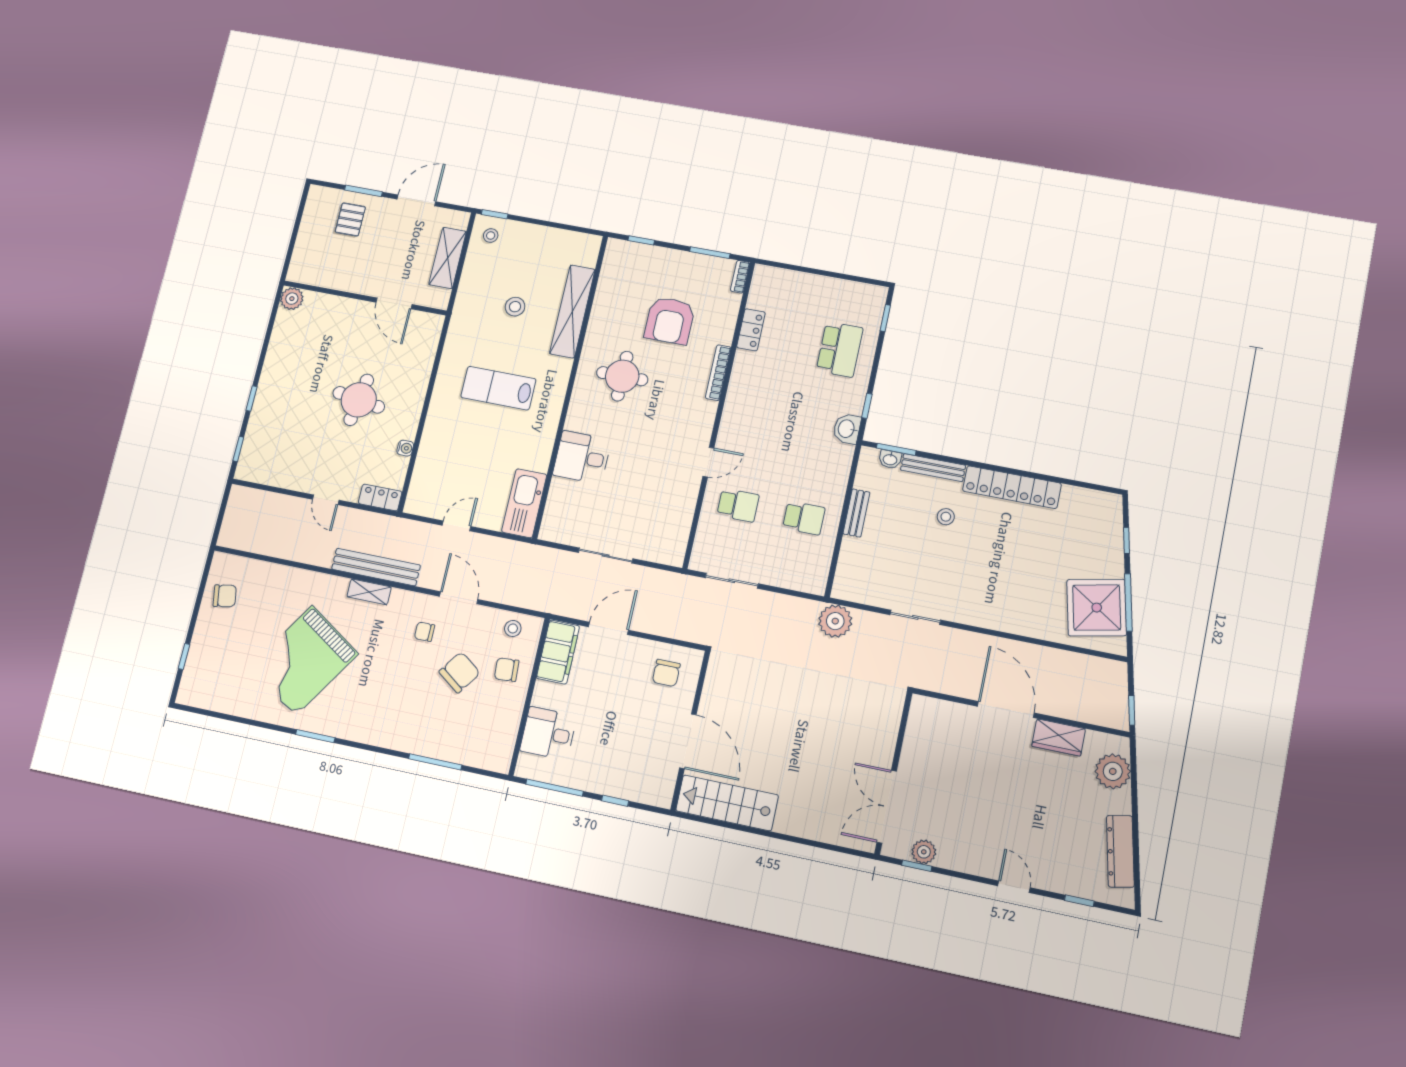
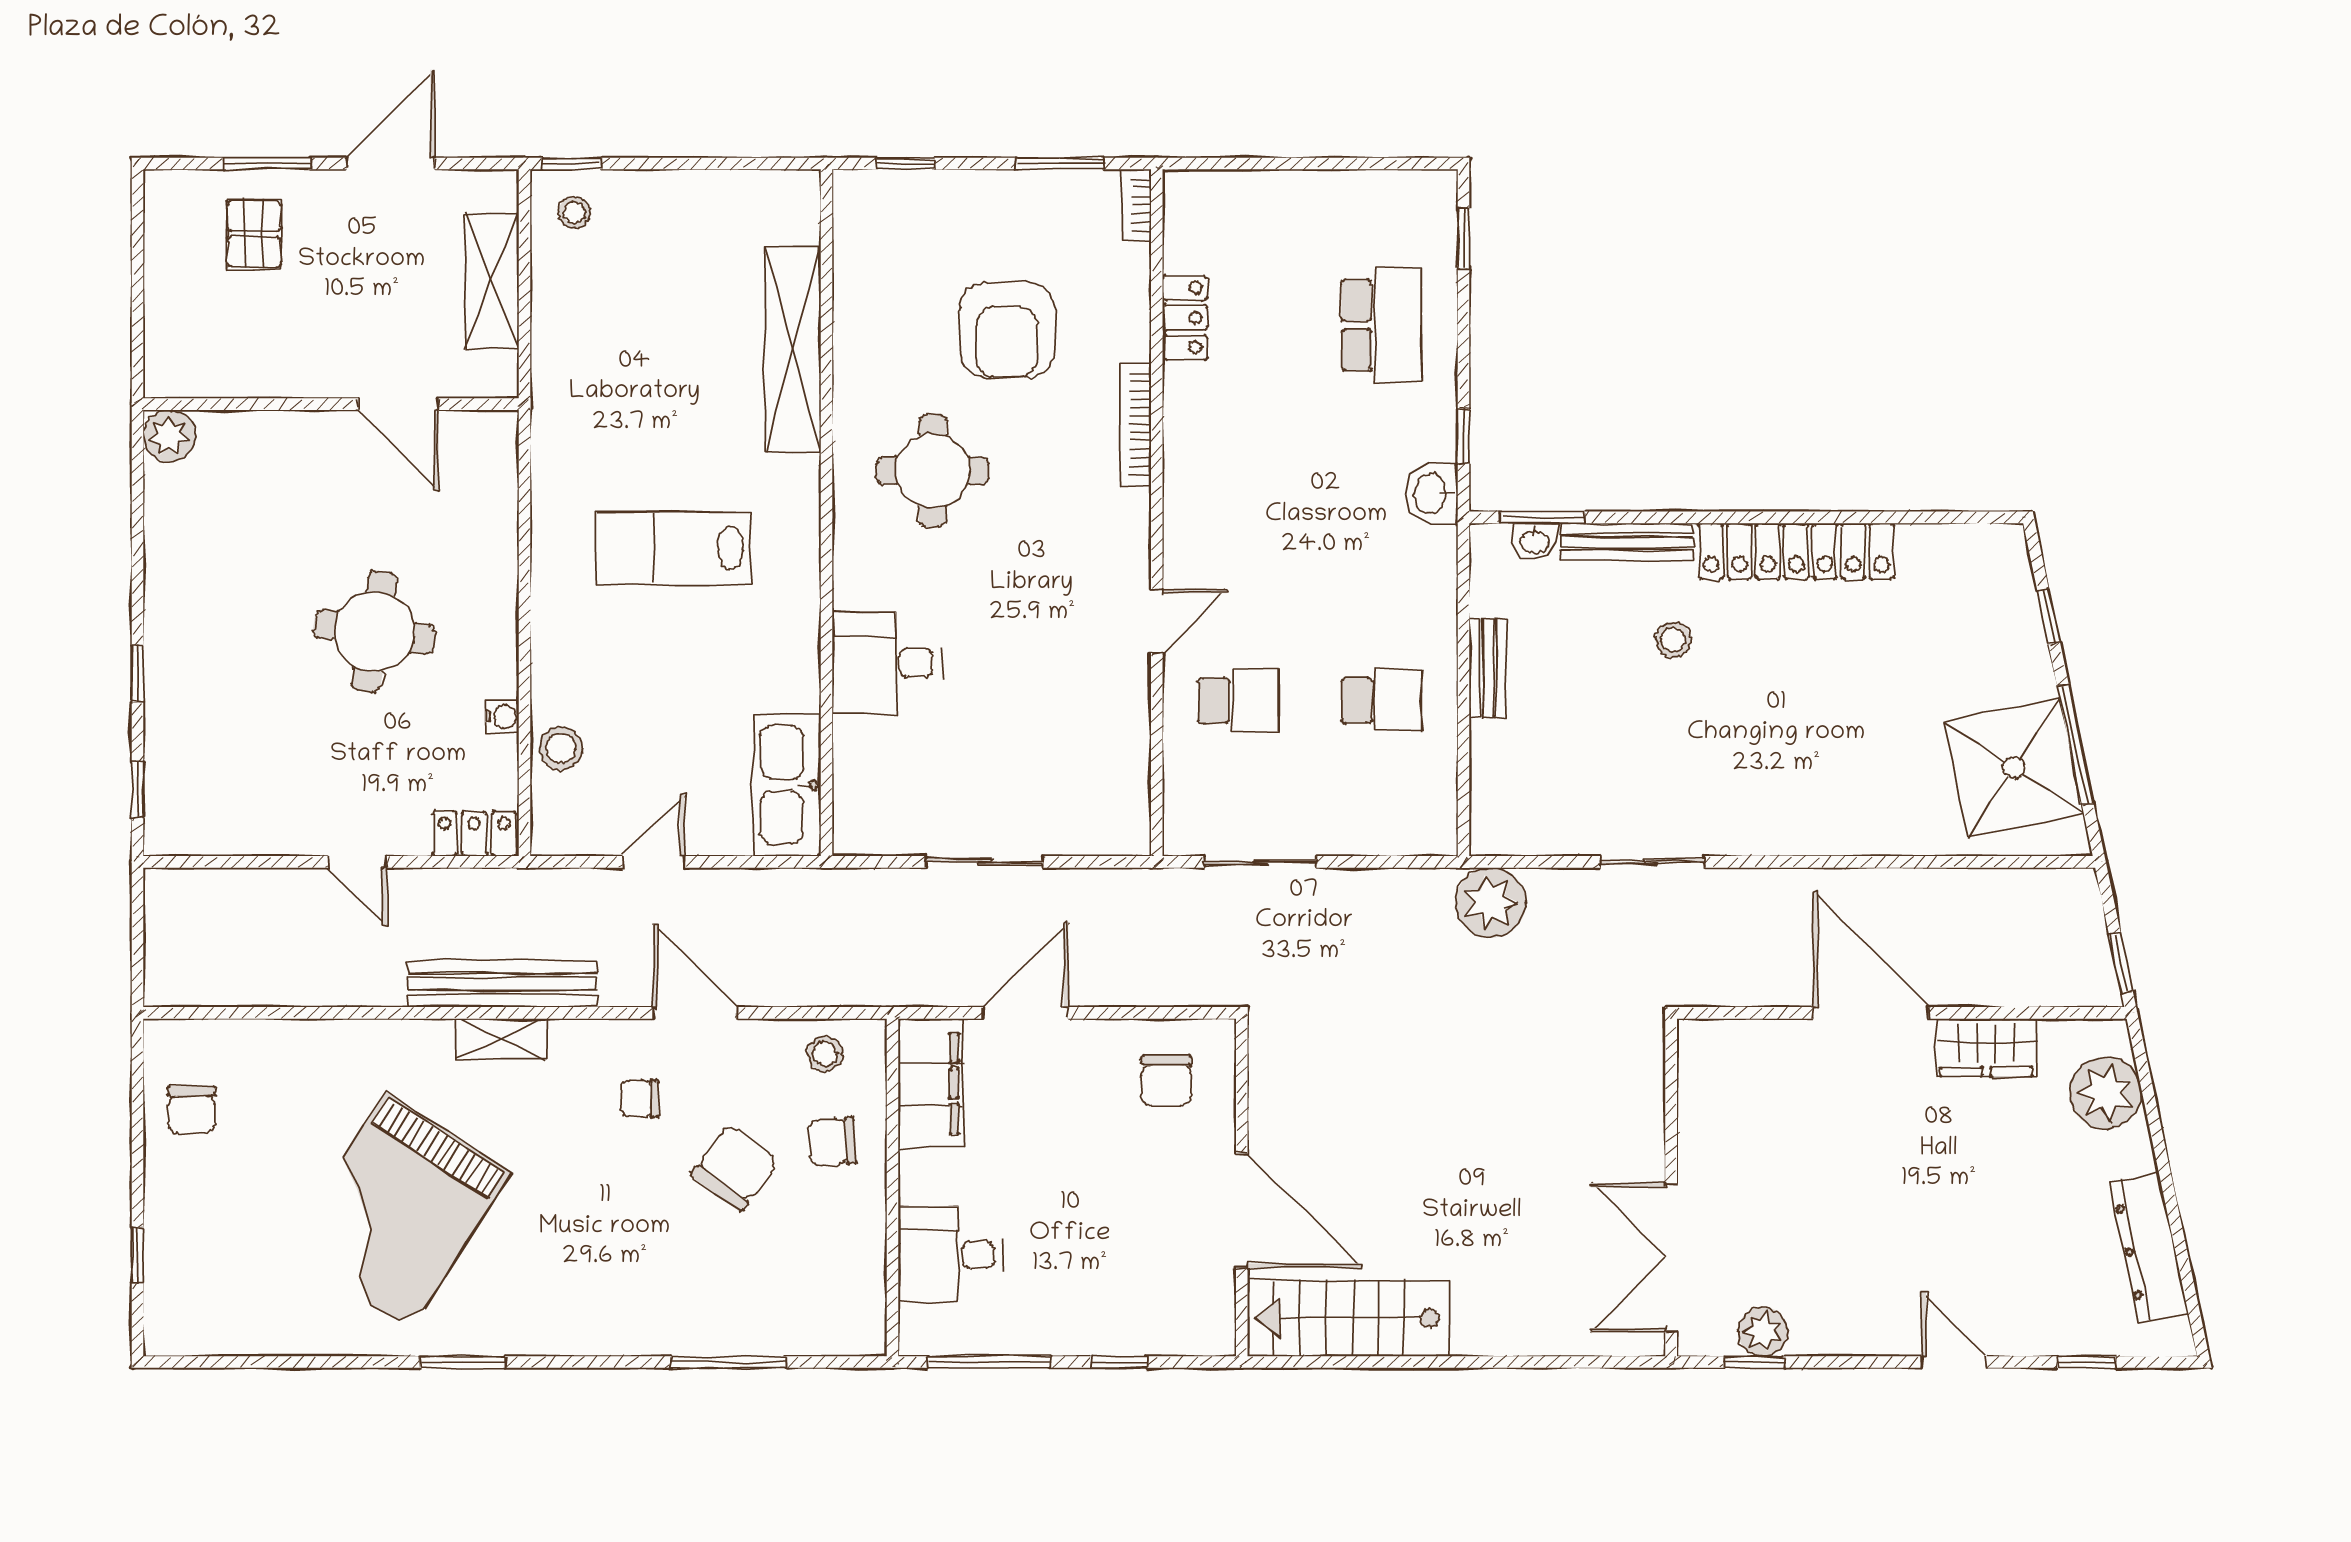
stool: (515, 307) -> (561, 748), moved
chair: (225, 596) -> (192, 1110), turned 100

